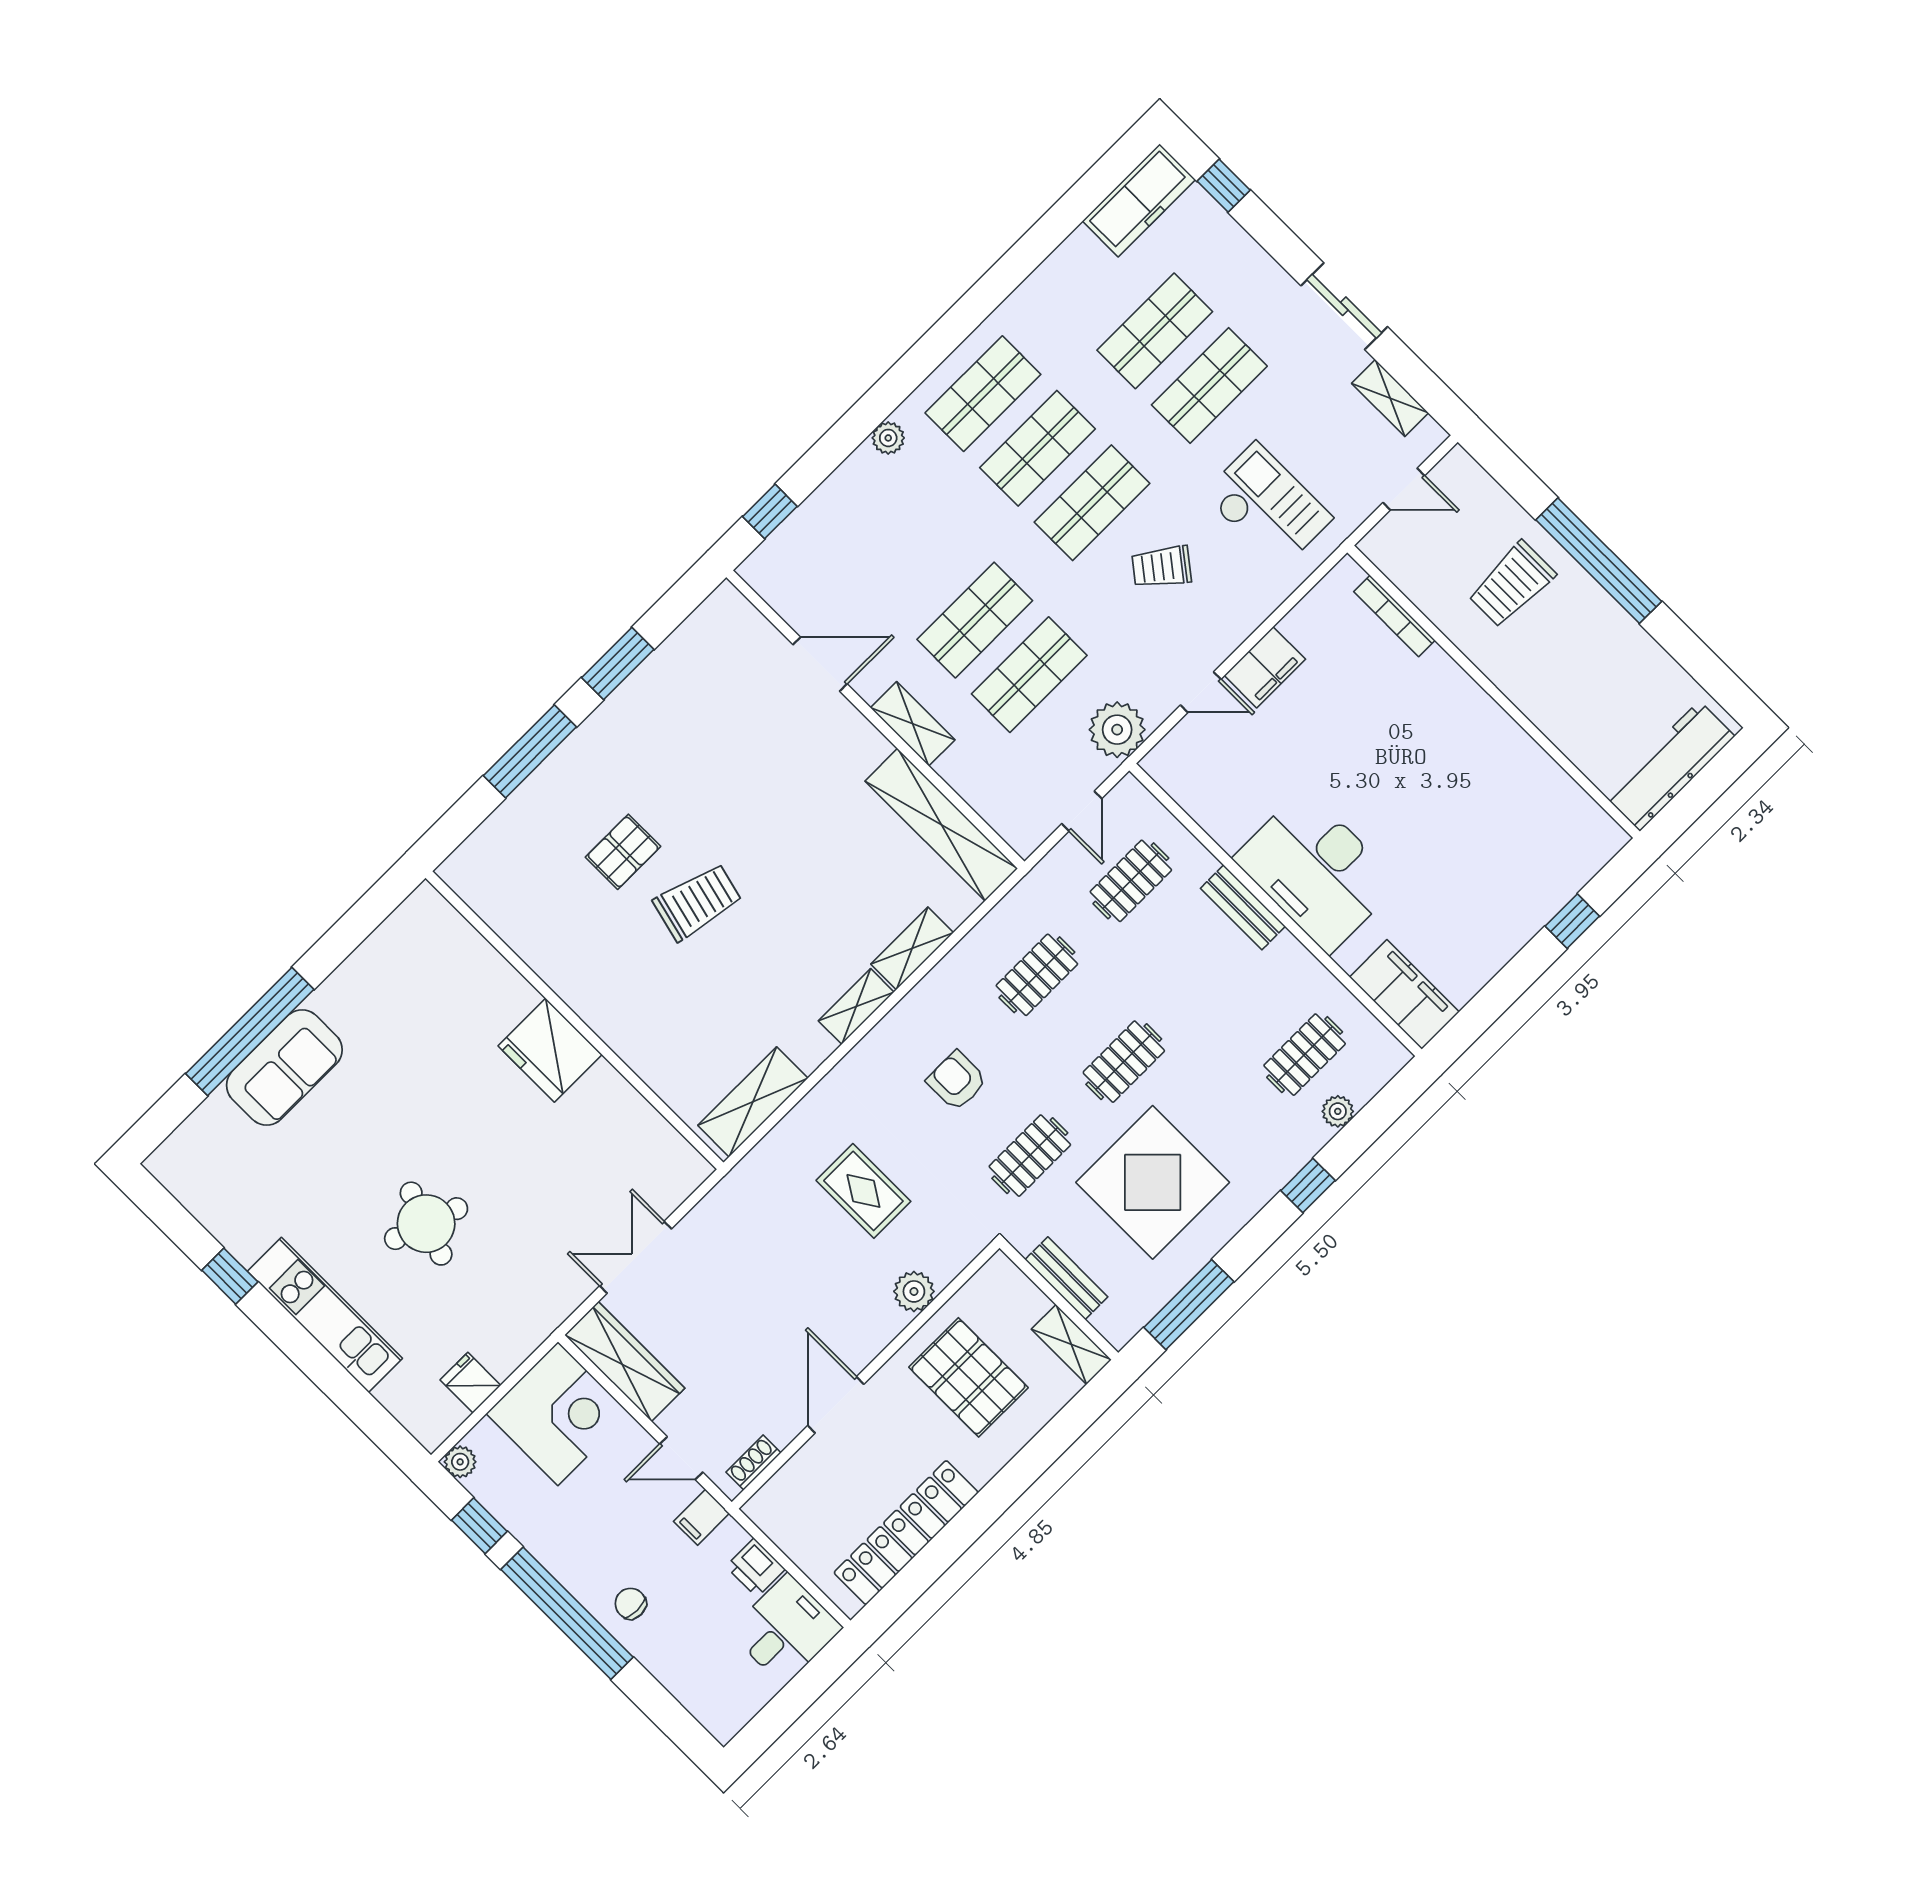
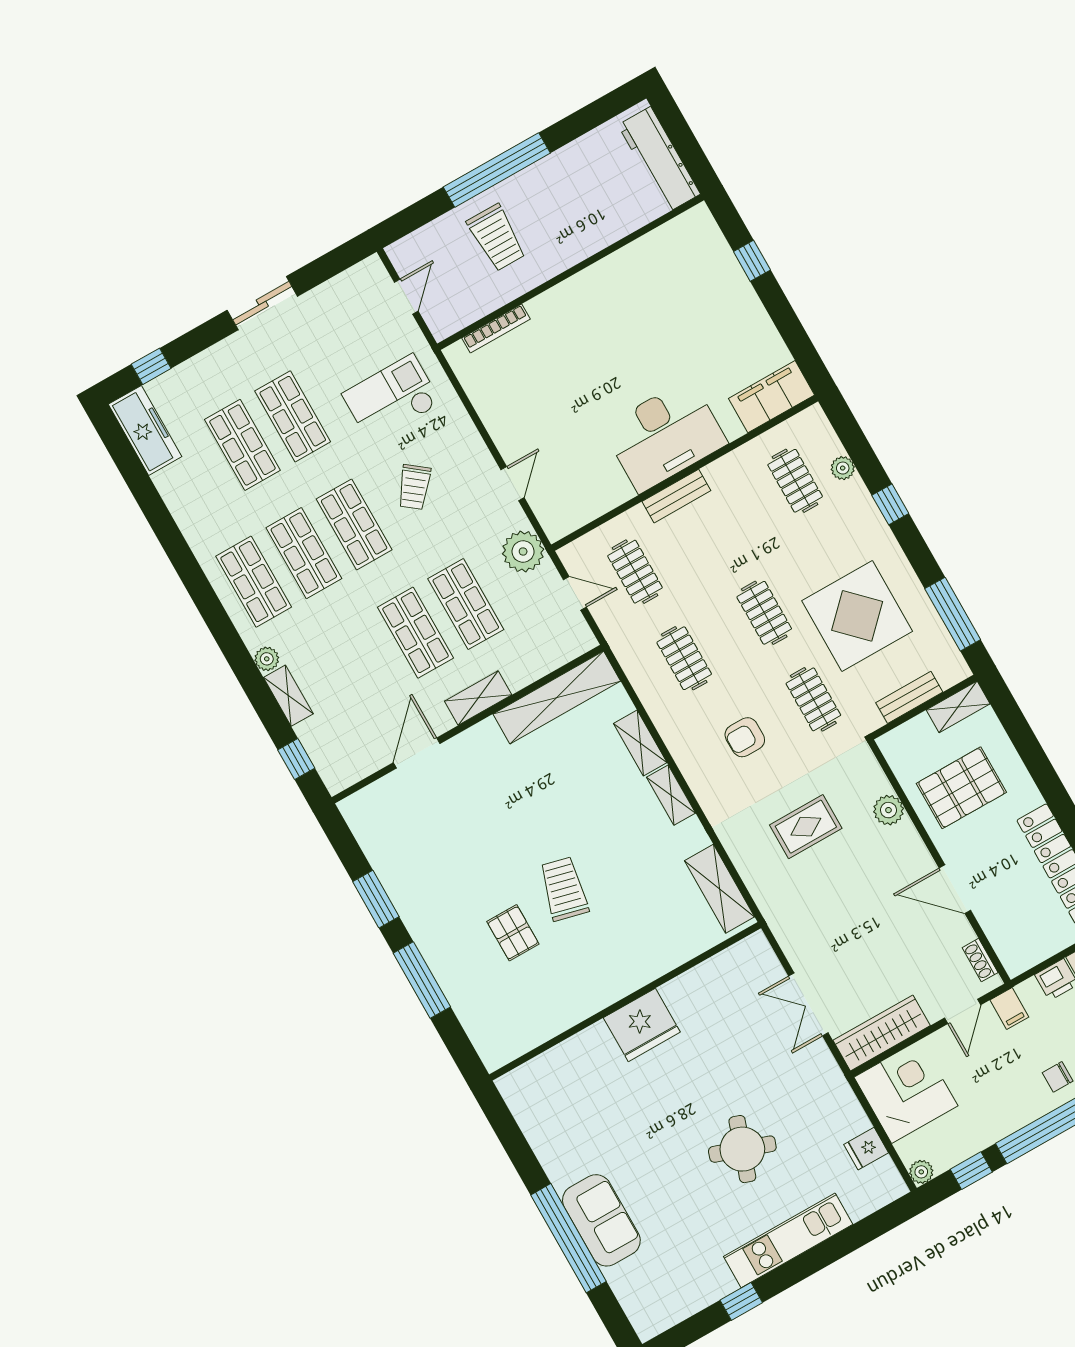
shelving: (1390, 398) -> (288, 696), moved, turned 90
filing cabinet: (1265, 667) -> (507, 432), removed

